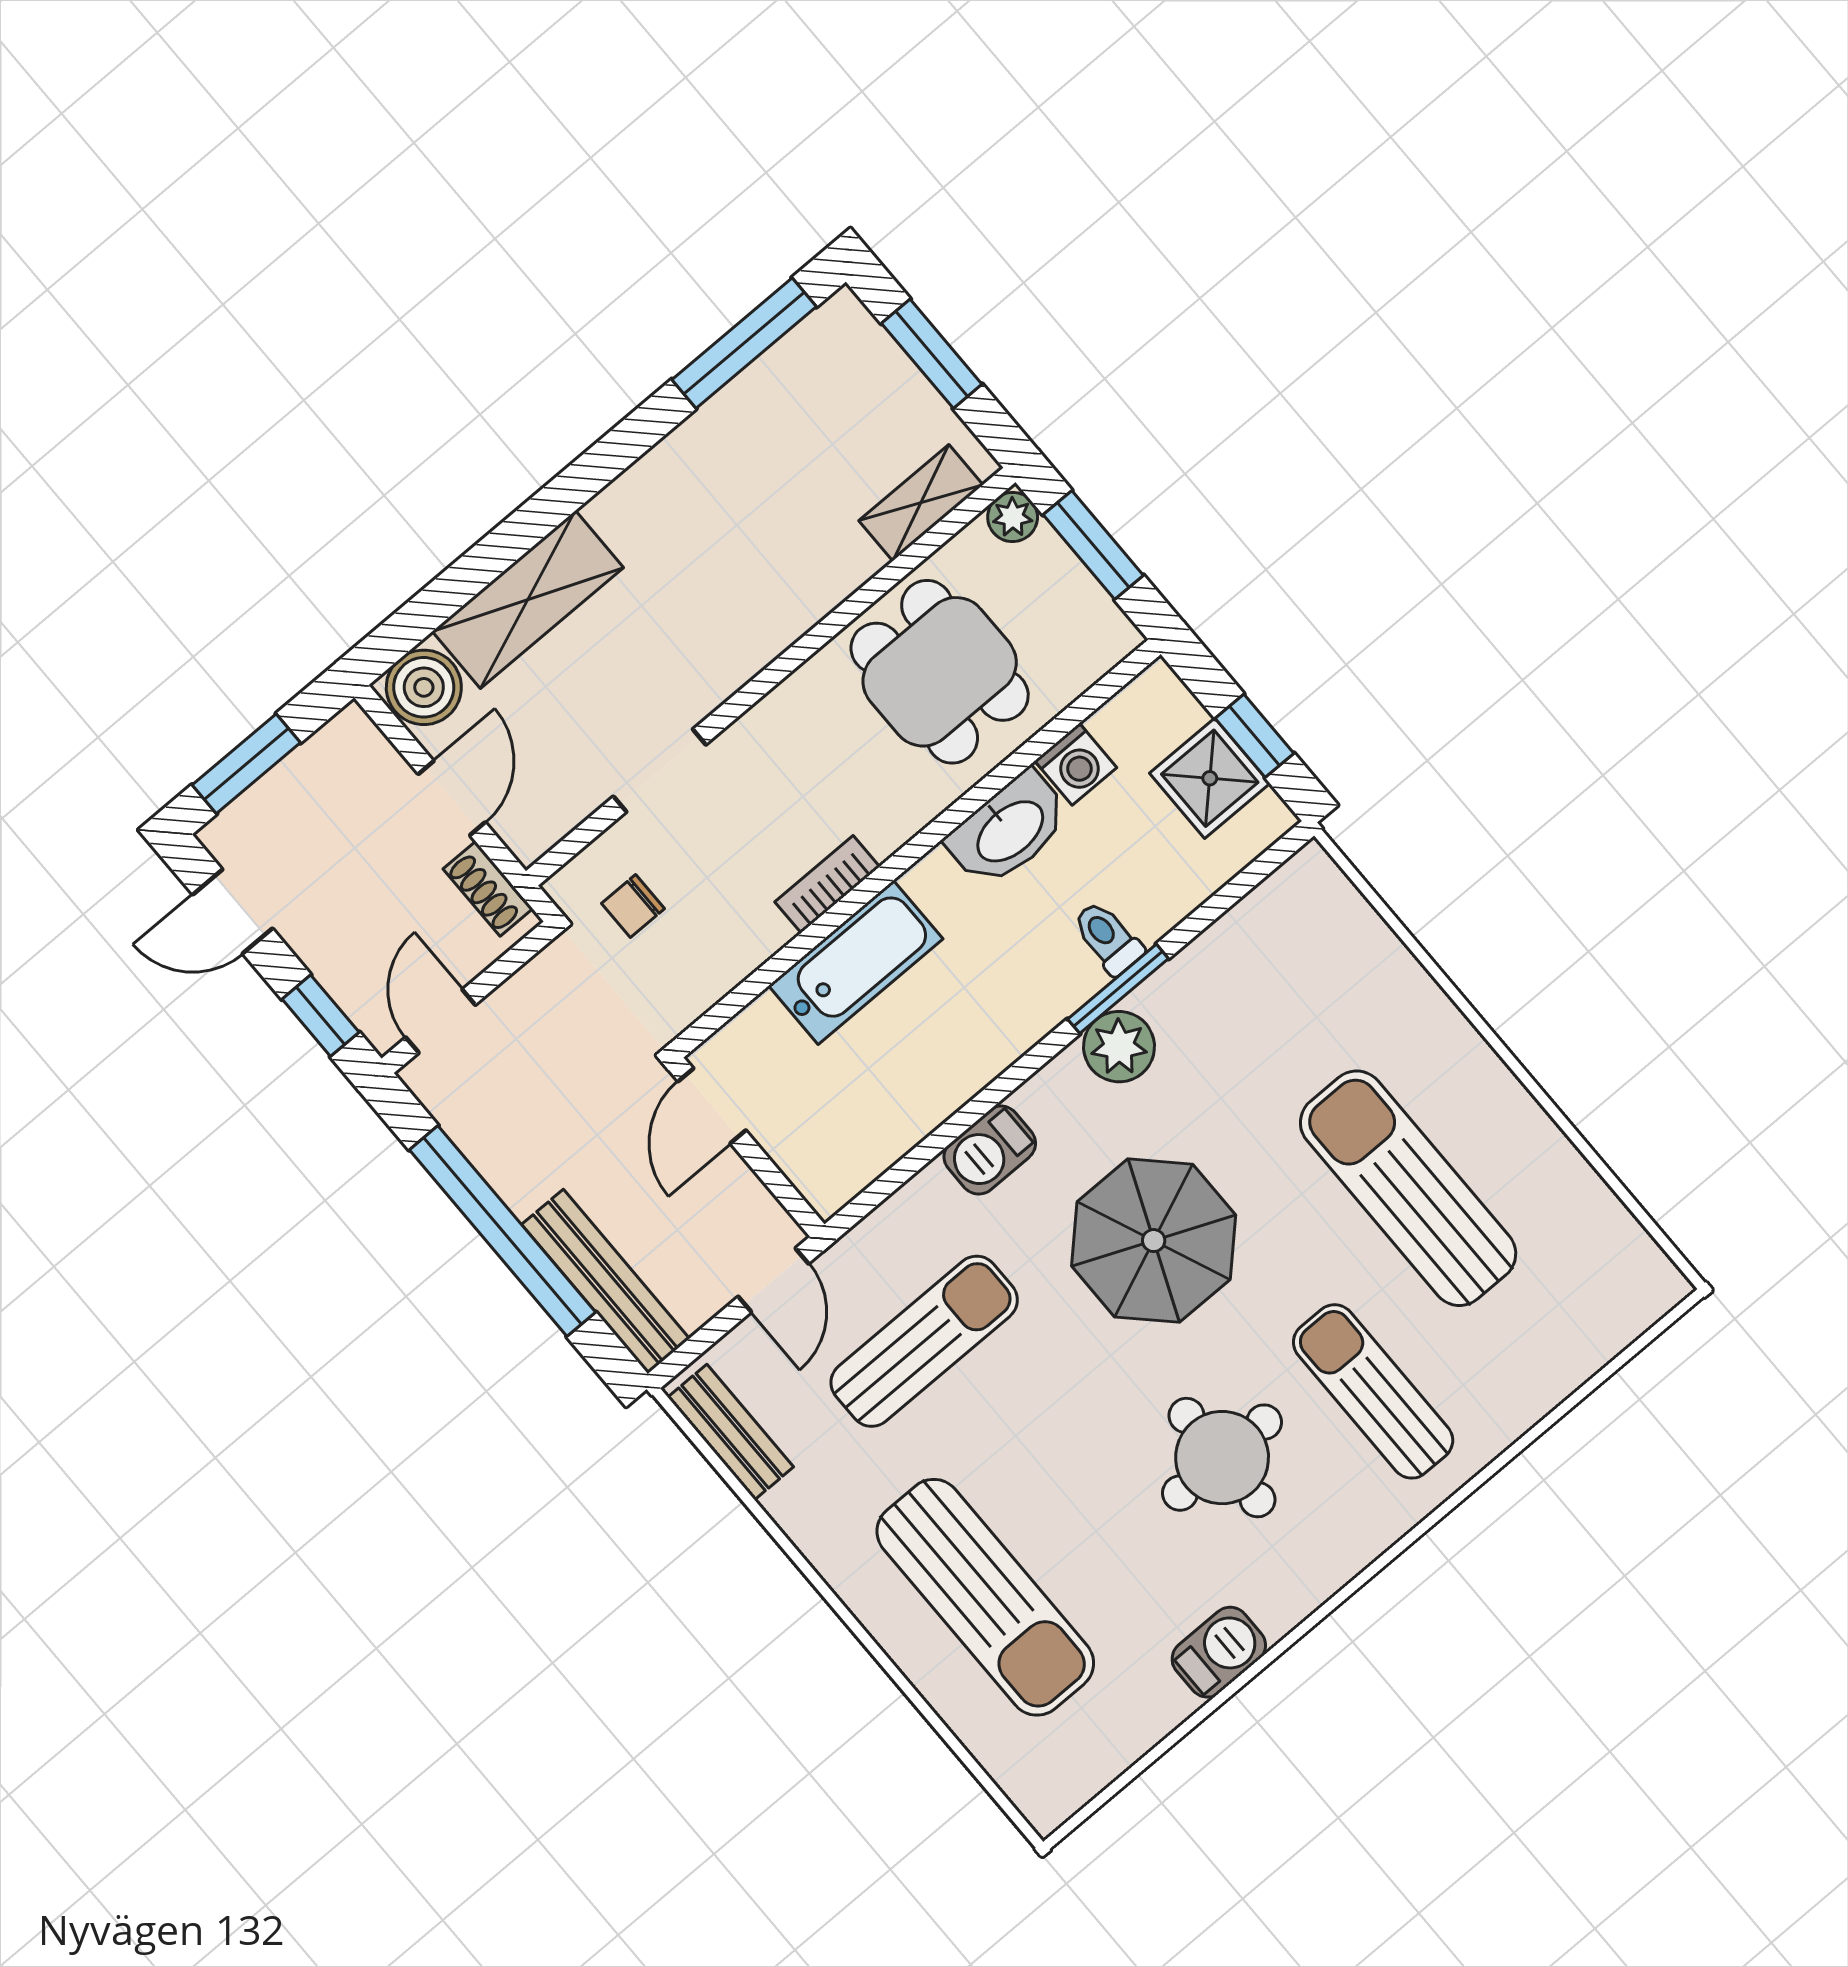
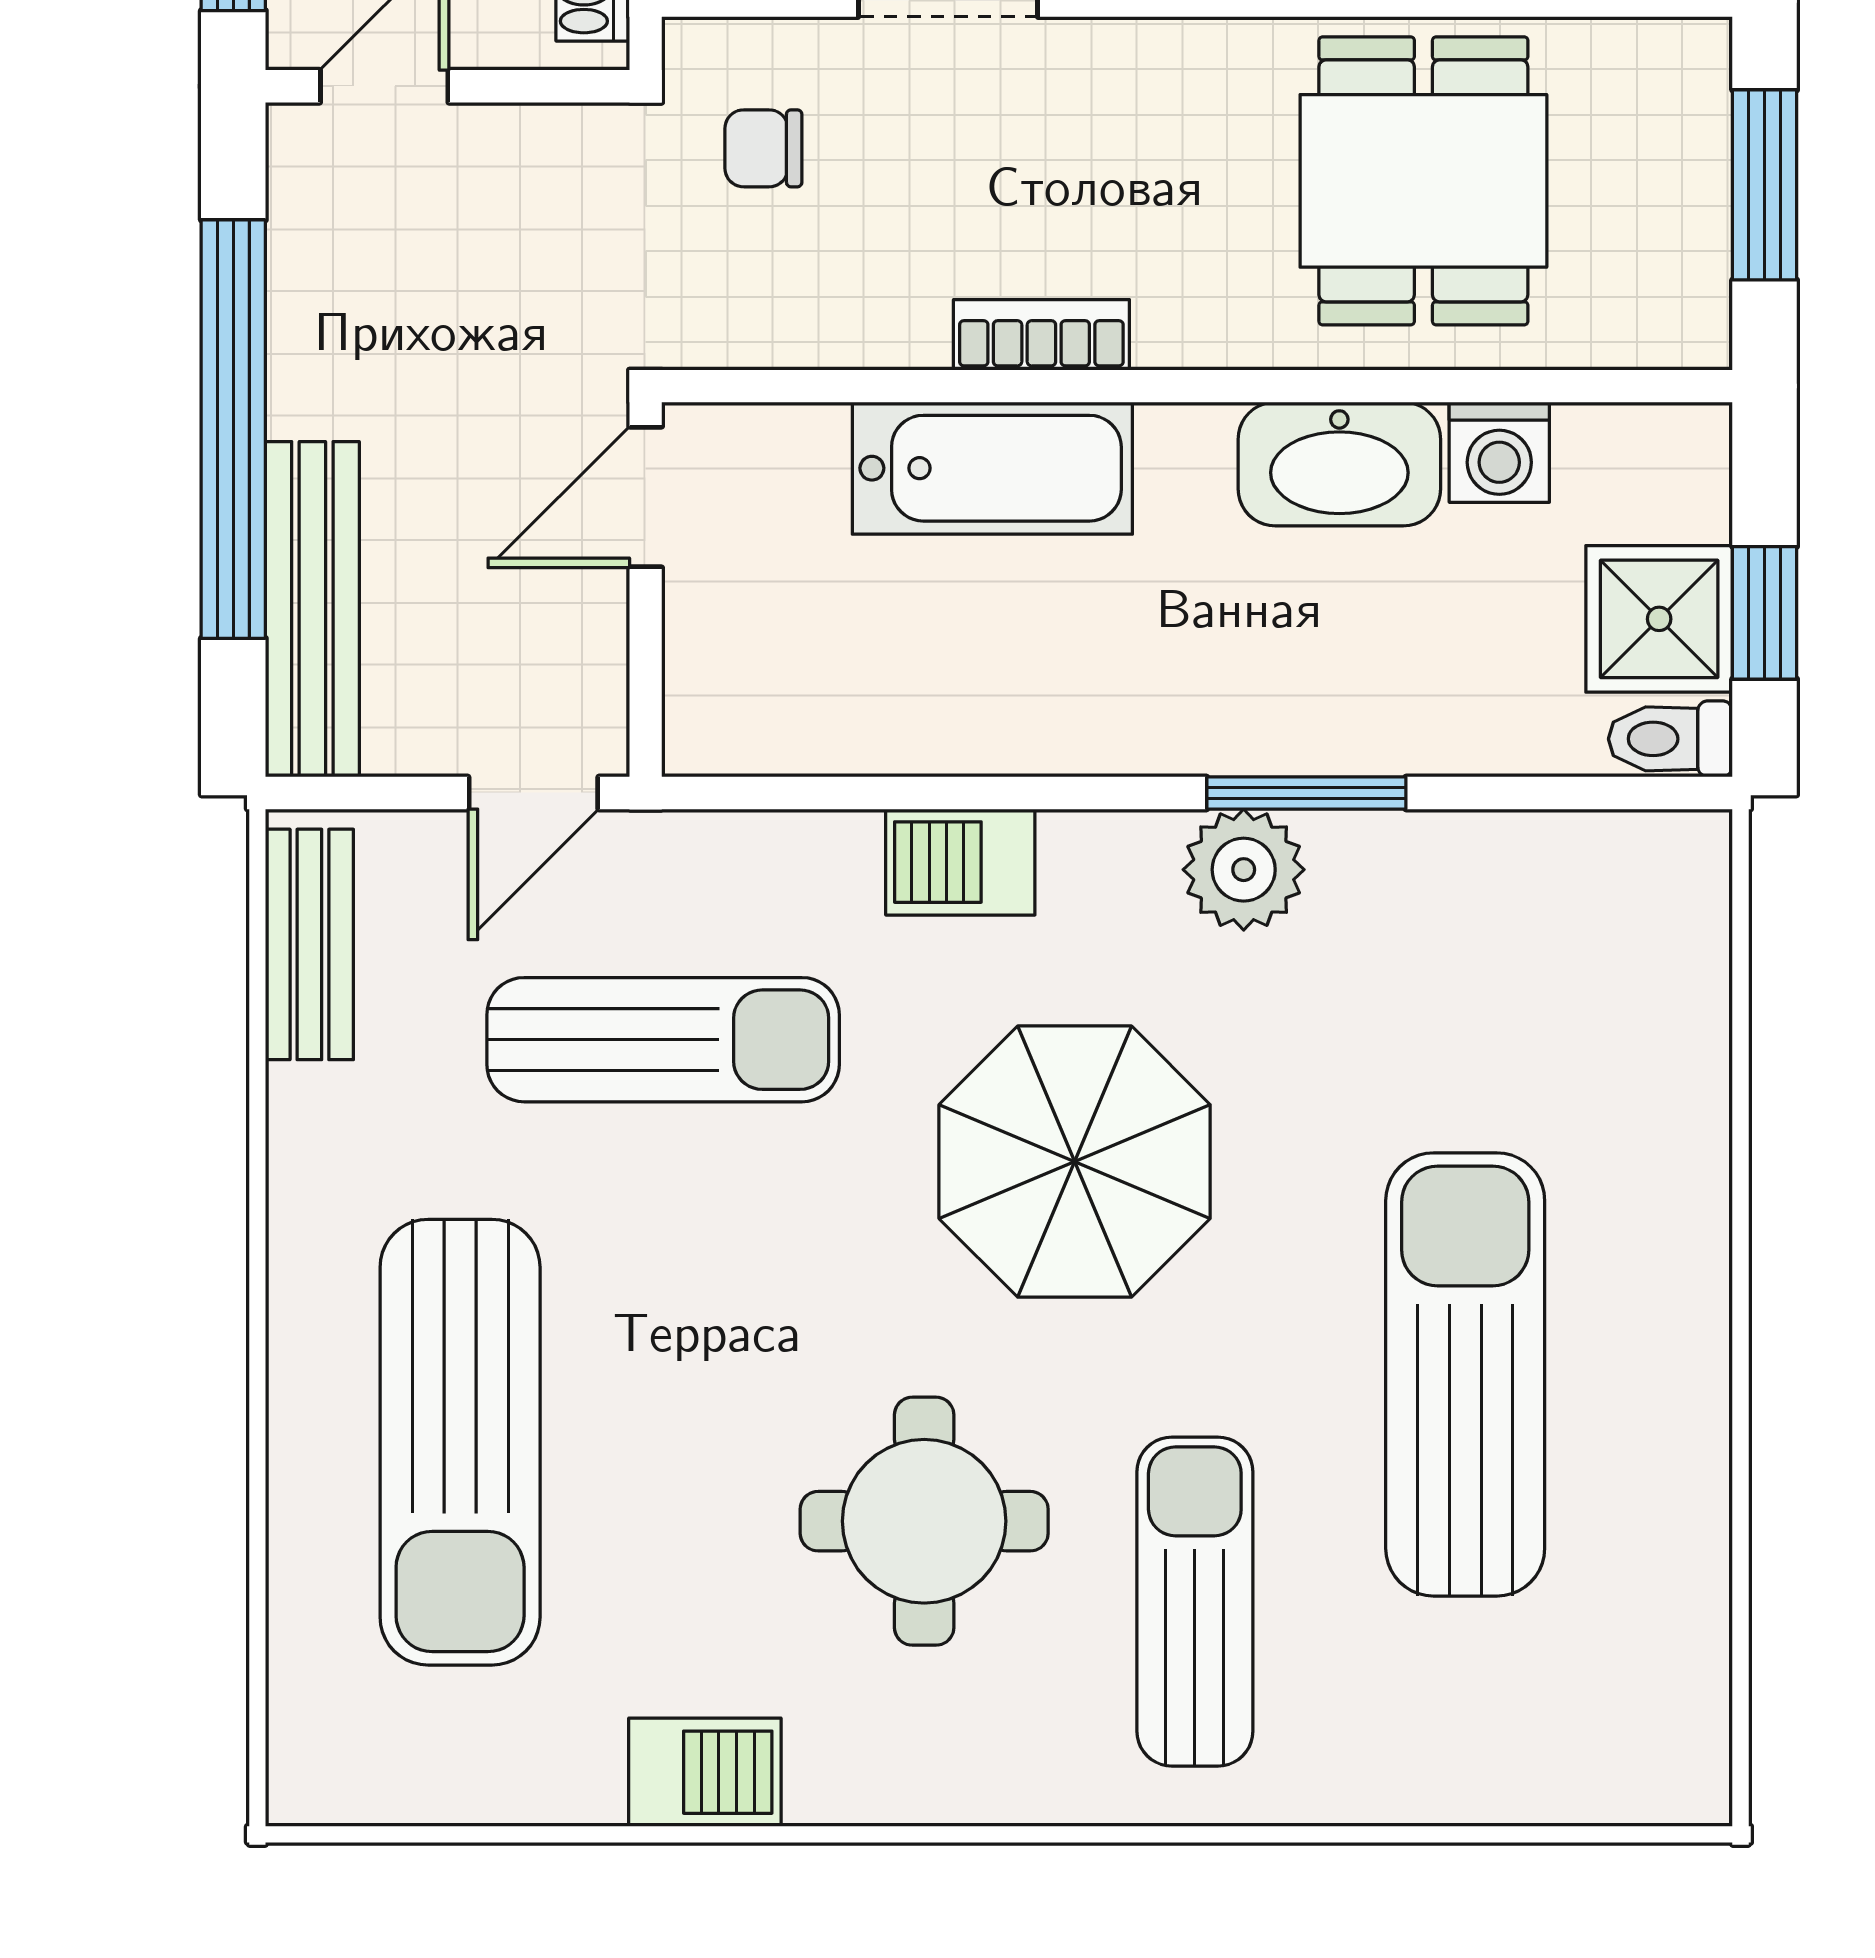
plant: (1013, 517) -> (1690, 59), removed
toilet: (1108, 938) -> (1670, 739), moved, turned -90

